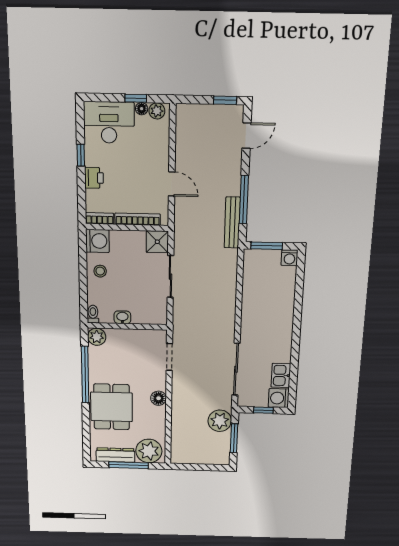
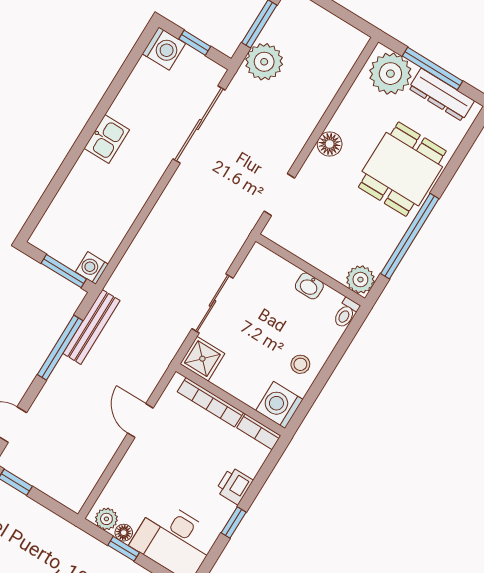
washing machine: (289, 258) -> (92, 268), moved, turned -90
kitchen sink: (281, 375) -> (107, 139), moved

